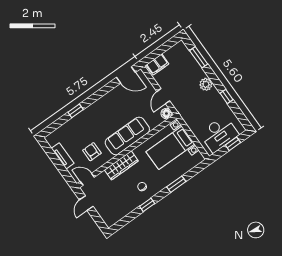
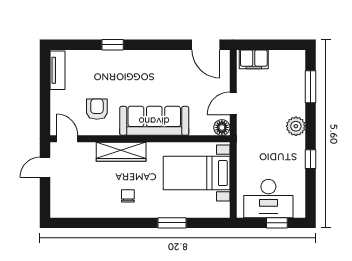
tv unit: (63, 156) -> (57, 70), moved
window: (147, 205) -> (118, 223), removed

